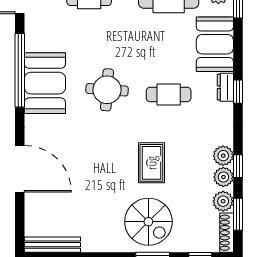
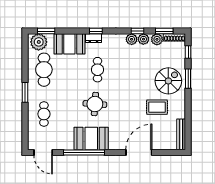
rug: (151, 163) -> (157, 107), moved

